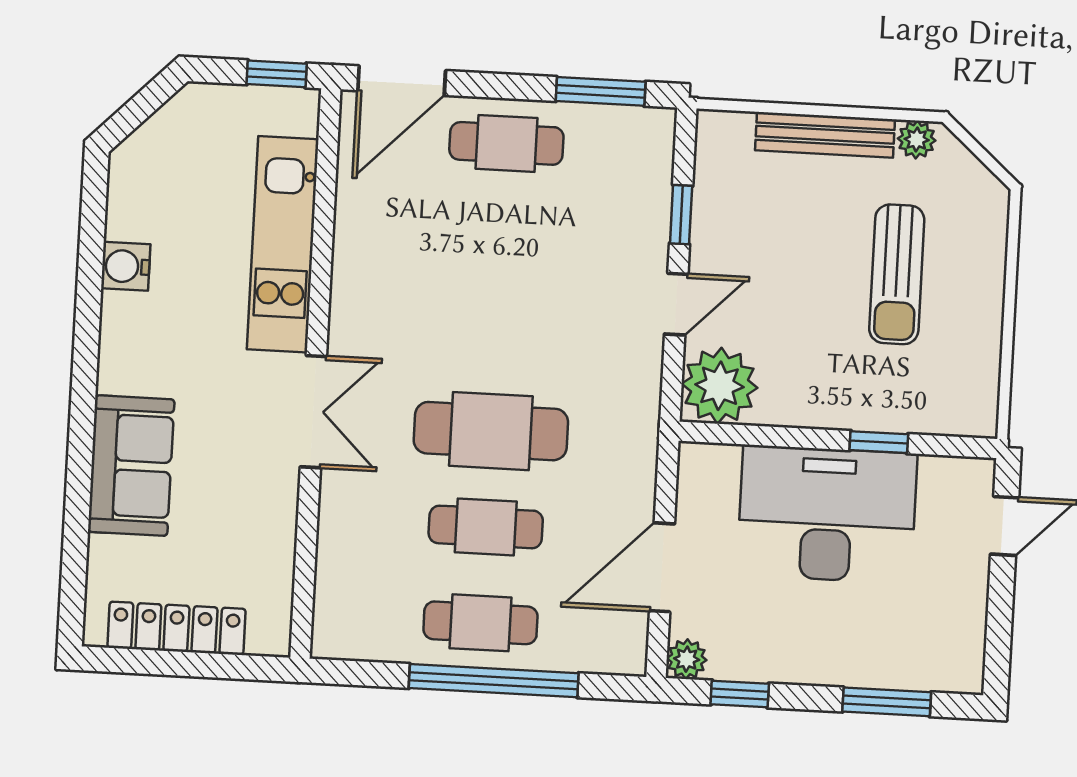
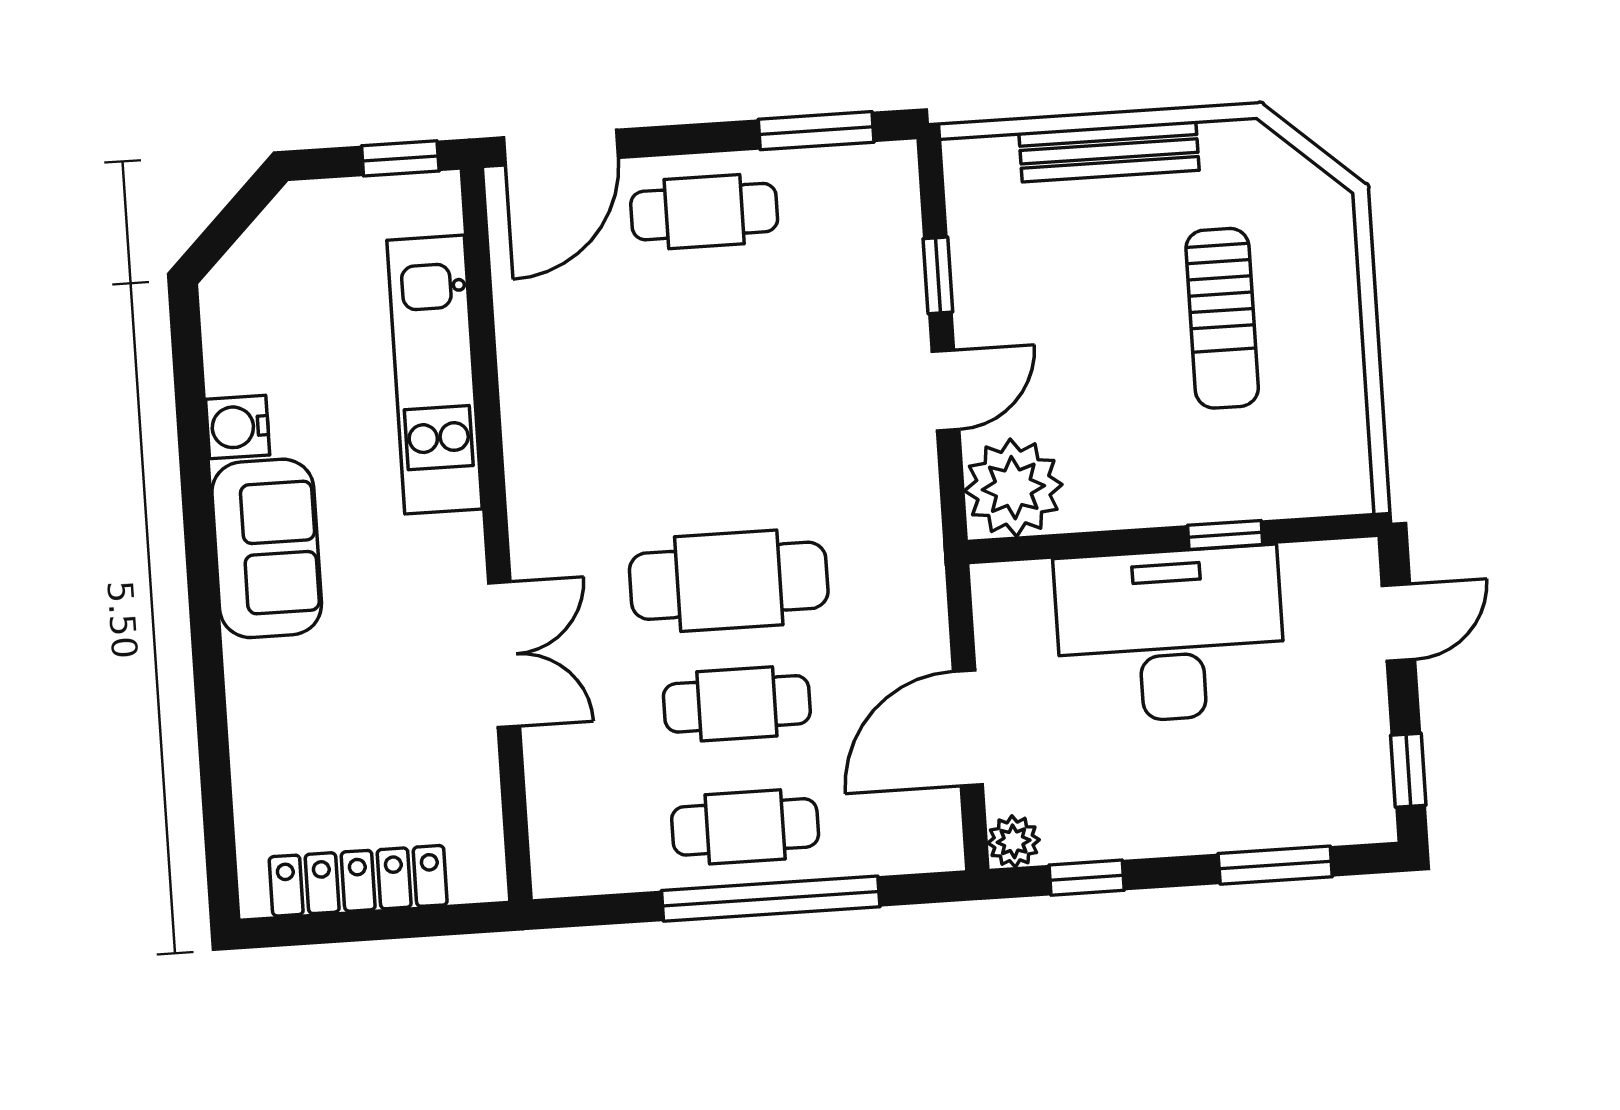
plant: (917, 140) -> (1227, 143), removed
double door: (313, 412) -> (504, 654), moved
sofa: (131, 466) -> (267, 548), moved
window: (998, 641) -> (1408, 770), added

